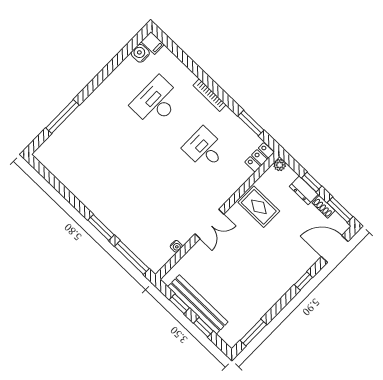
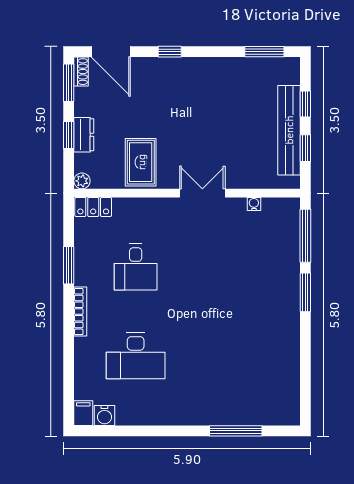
window: (251, 123) -> (69, 265), moved
shoe rack: (324, 207) -> (81, 72), moved

